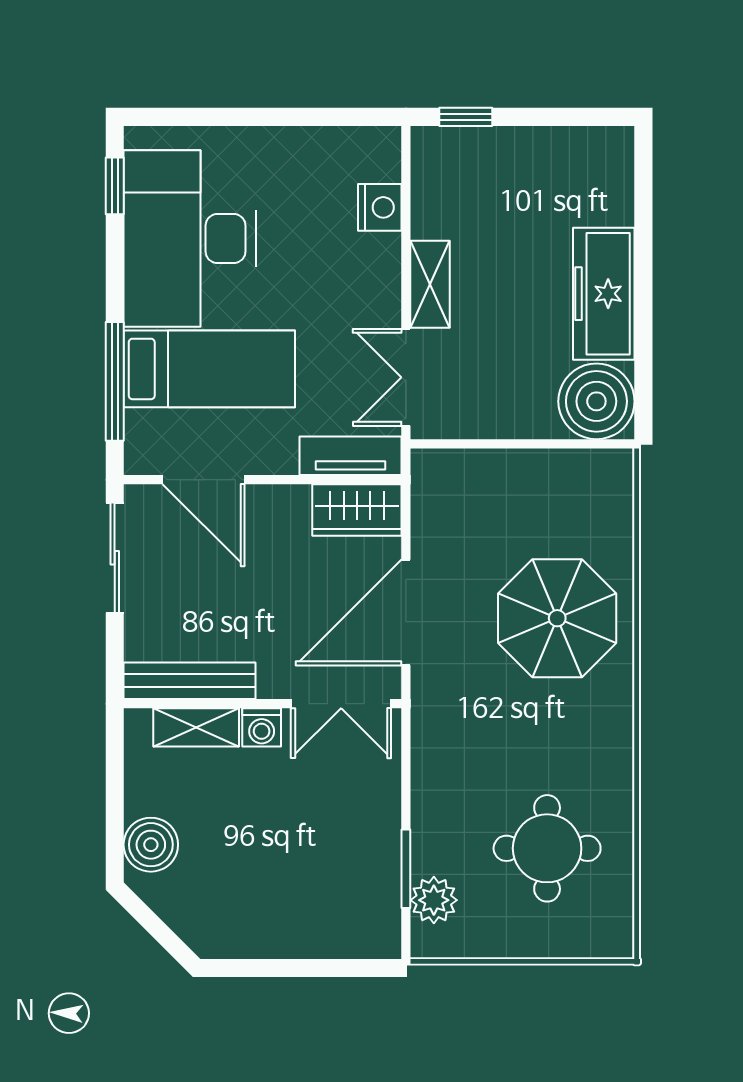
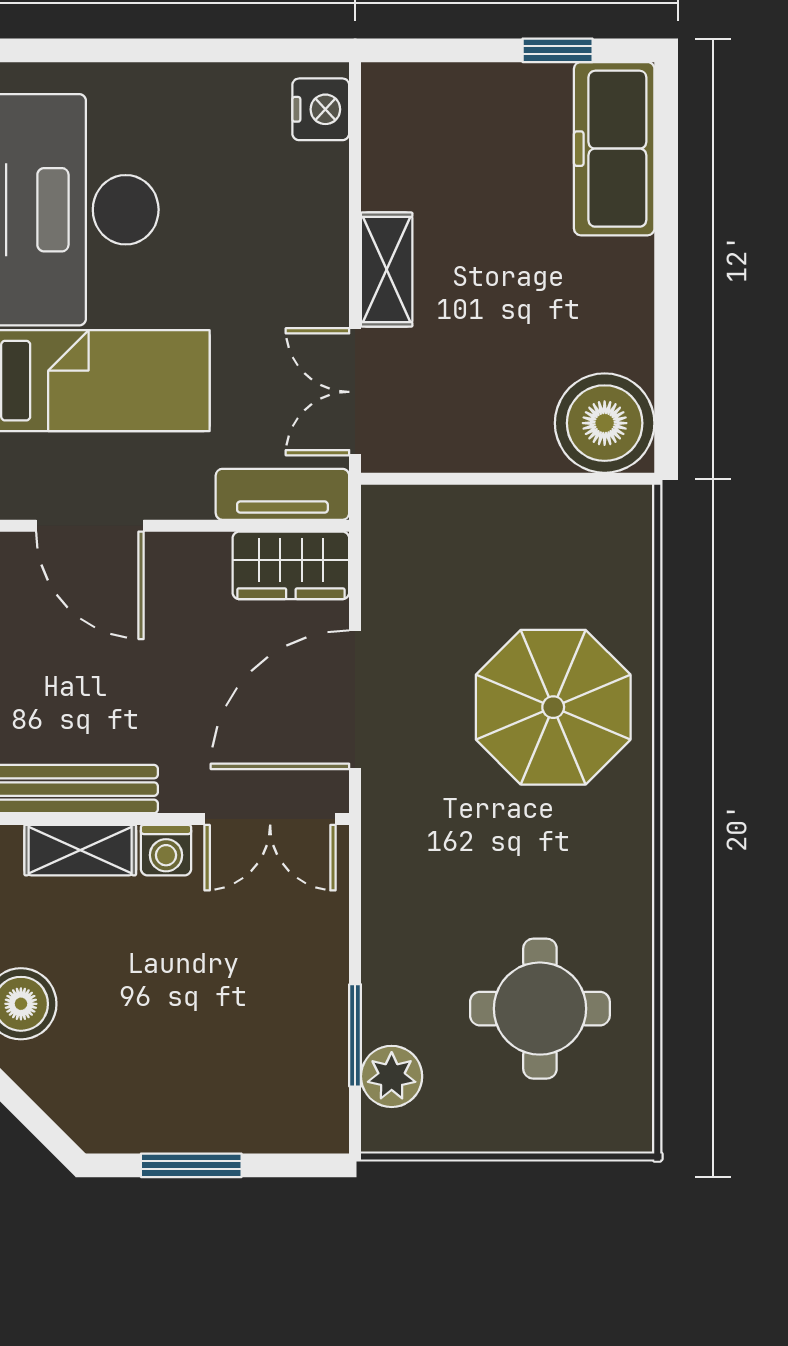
window: (466, 117) -> (558, 50), moved
nightstand: (380, 207) -> (321, 109), moved
freezer: (604, 294) -> (614, 149), moved
window: (281, 968) -> (191, 1165), added

